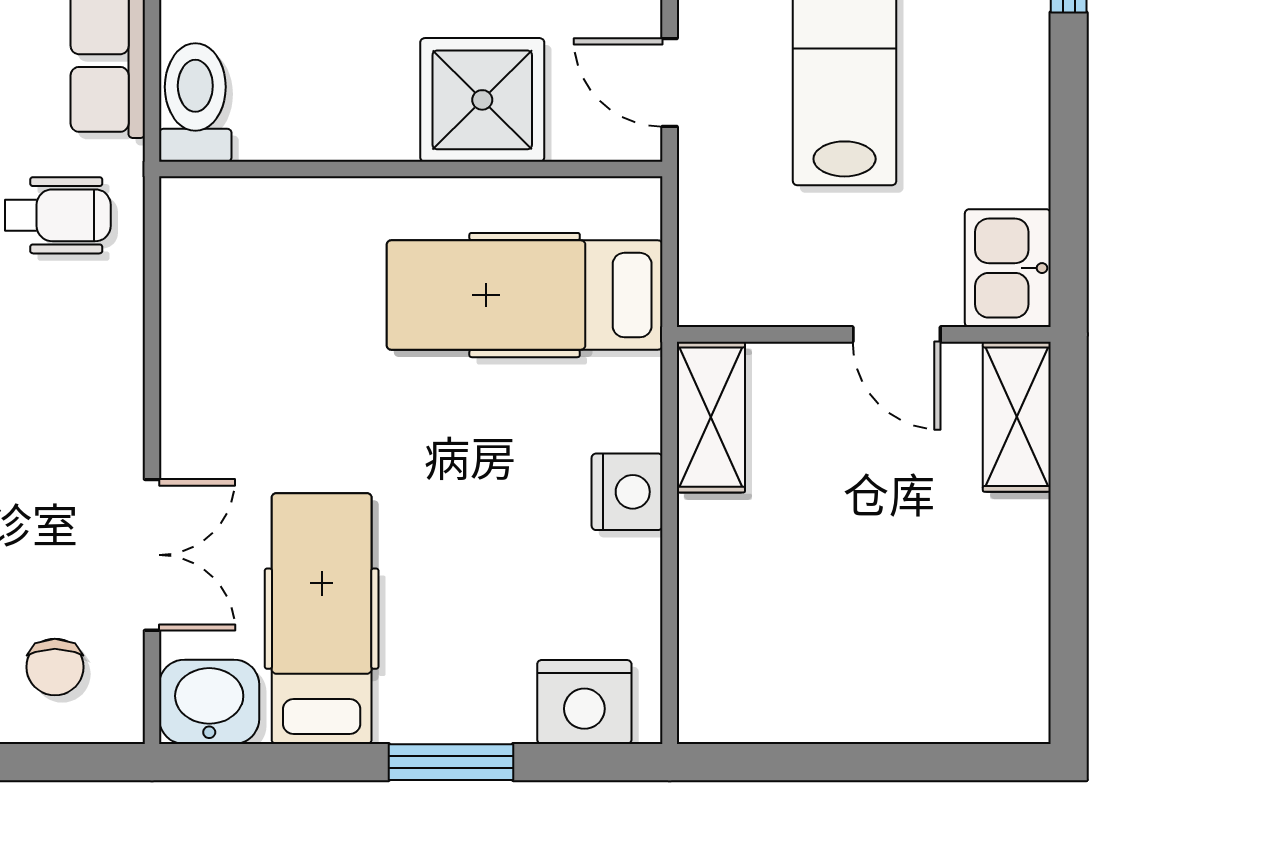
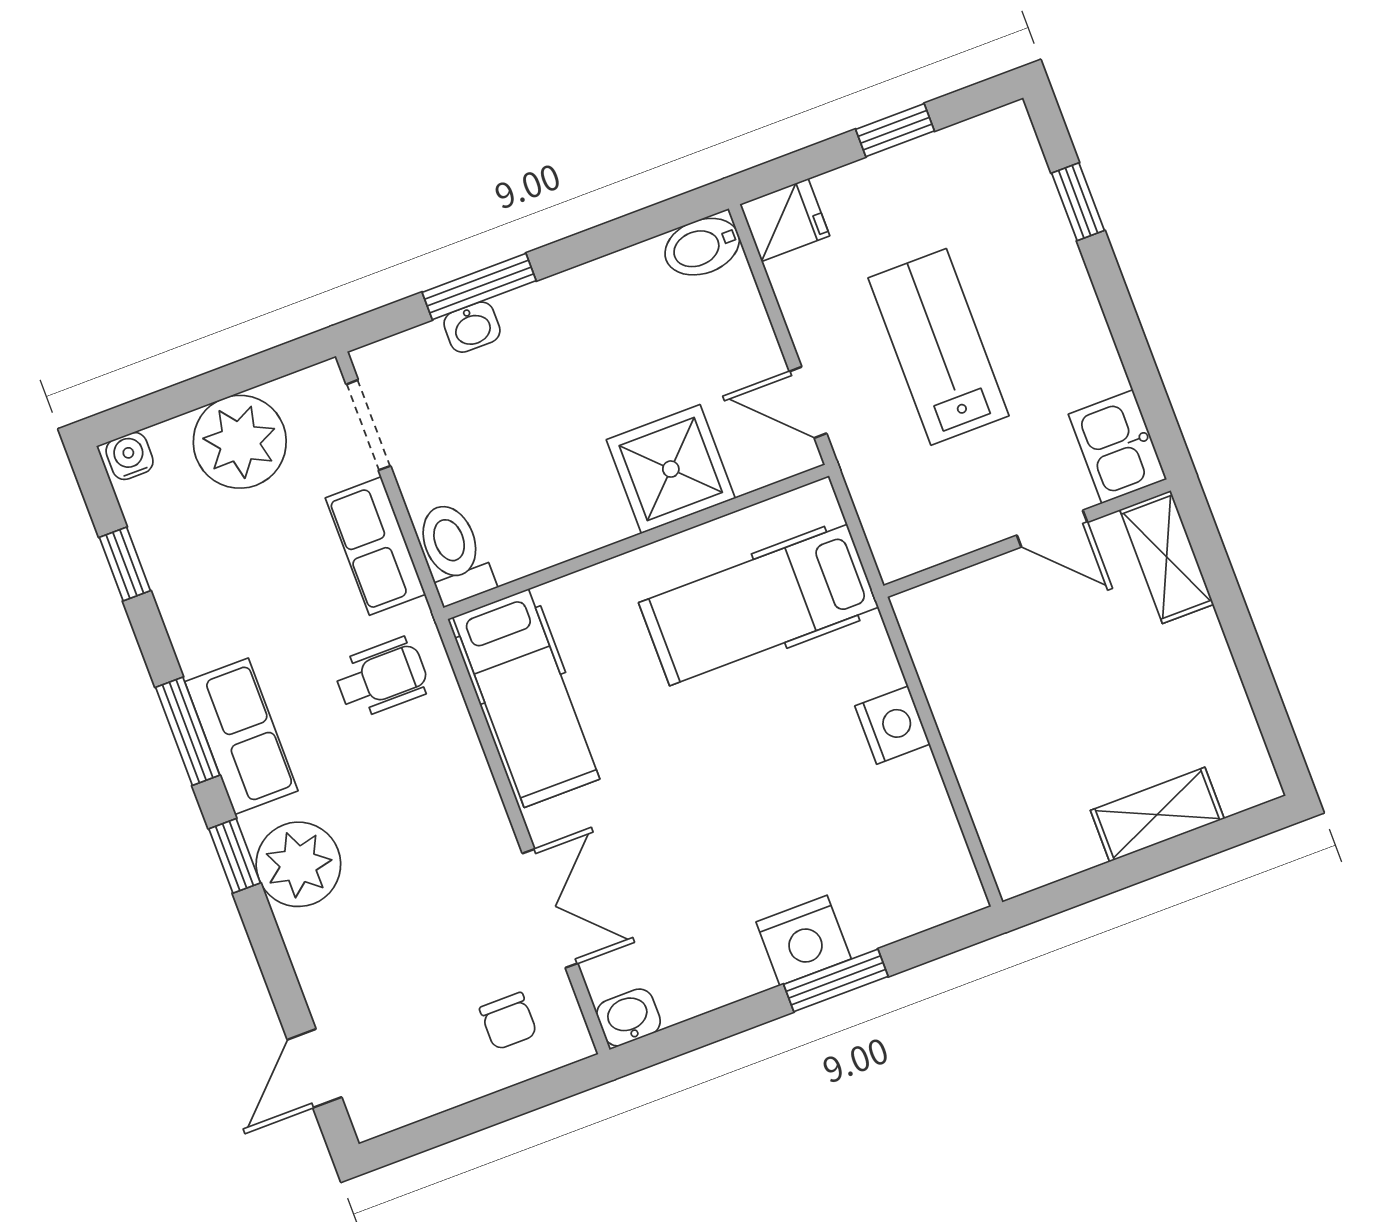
shelving: (711, 417) -> (1157, 815), moved, turned 90
hospital bed: (322, 619) -> (526, 698), moved, turned 180
washbasin: (209, 702) -> (628, 1017), width x0.72, depth x0.69
nightstand: (584, 702) -> (804, 940), moved

